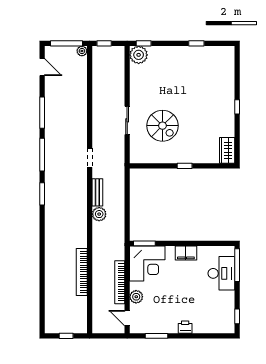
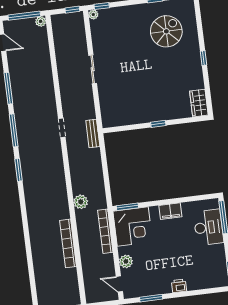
window: (104, 43) -> (72, 10), moved
plant: (139, 55) -> (93, 14), width x0.53, depth x0.53
sliding door: (127, 120) -> (93, 69), moved
spiral stairs: (162, 126) -> (166, 31), moved, turned -90
bench: (97, 192) -> (93, 133), moved
plant: (99, 214) -> (81, 202), moved
bookcase: (120, 282) -> (105, 231), moved

